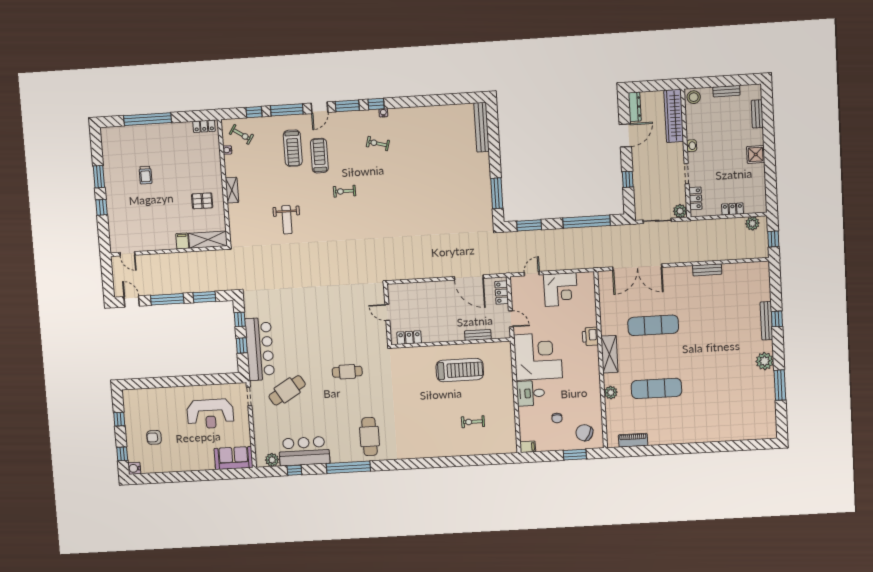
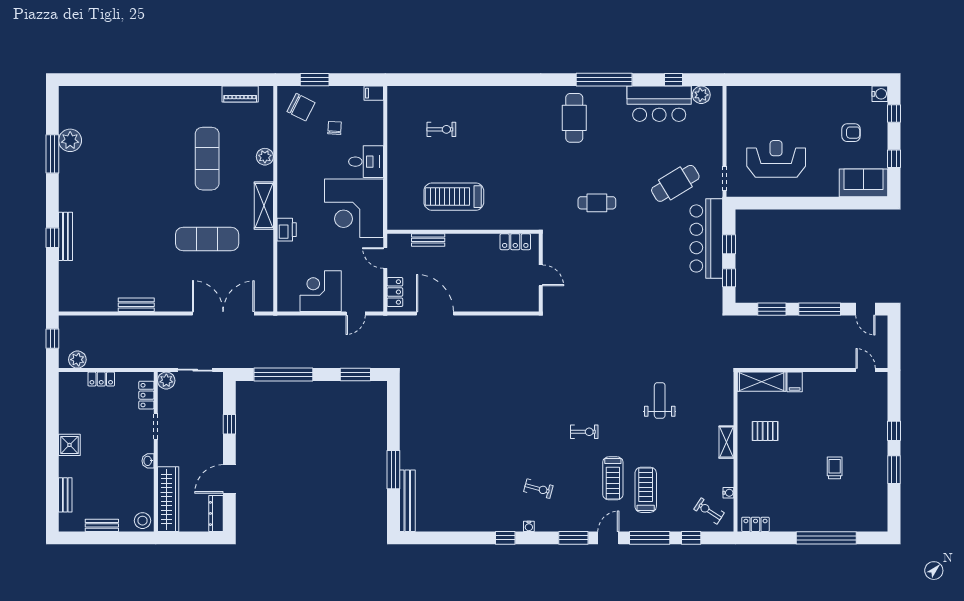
window: (376, 104) -> (505, 538), moved
window: (497, 193) -> (393, 470), moved
plant: (765, 361) -> (70, 140), moved
exercise mat: (656, 388) -> (207, 159), turned 90
sofa: (233, 458) -> (863, 183), moved, turned 180

